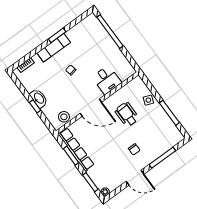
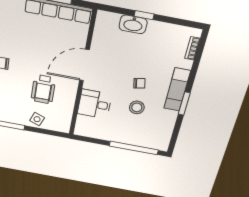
washbasin: (39, 98) -> (133, 24), moved
wheelchair: (127, 114) -> (43, 89), turned 90
stool: (64, 117) -> (137, 107), moved

